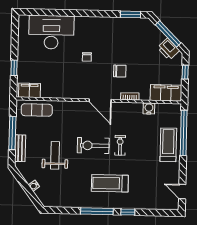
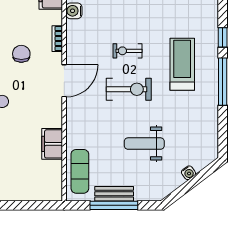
window: (14, 68) -> (20, 205), removed
filing cabinet: (29, 90) -> (52, 144), moved
exercise bike: (93, 146) -> (129, 89), turned -90
bench: (20, 148) -> (114, 194), moved
treadmill: (110, 183) -> (182, 64), turned 180

